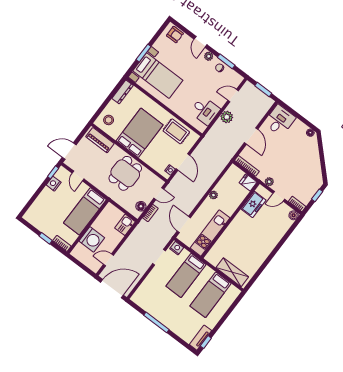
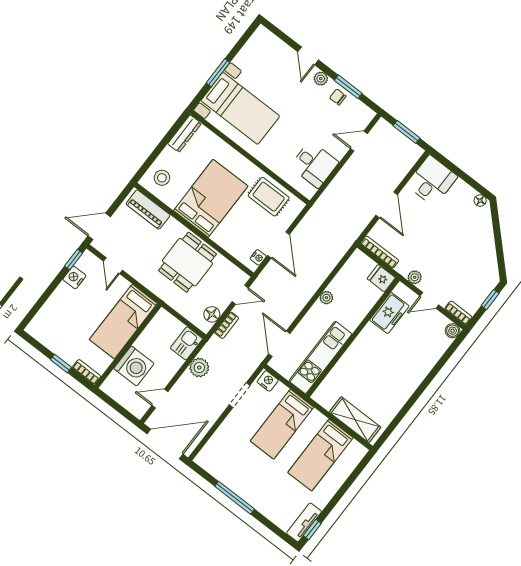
armchair: (175, 35) -> (268, 44), removed
plant: (227, 117) -> (199, 368), moved

